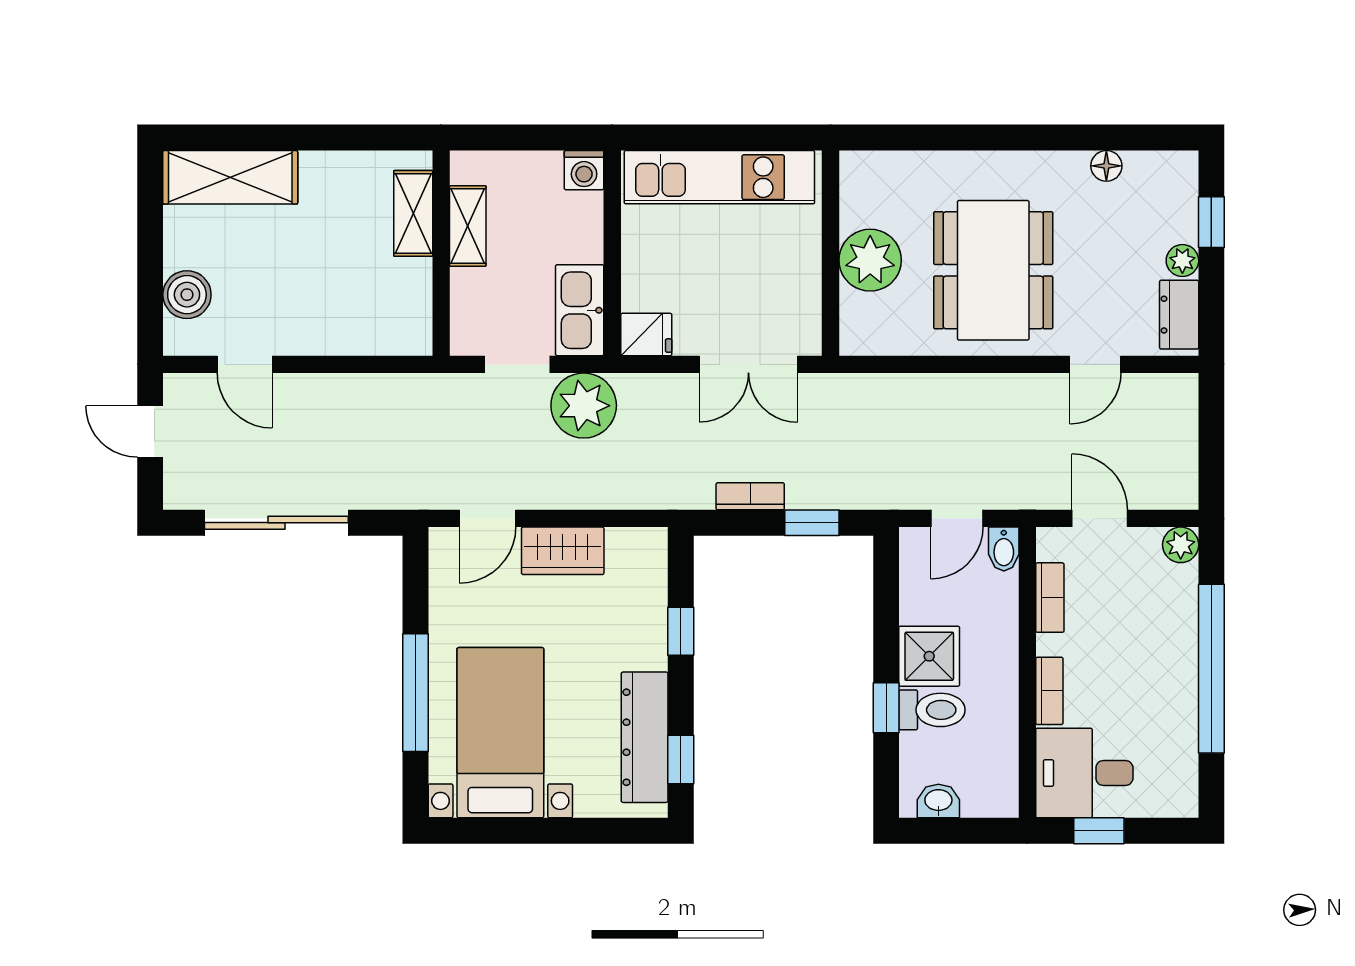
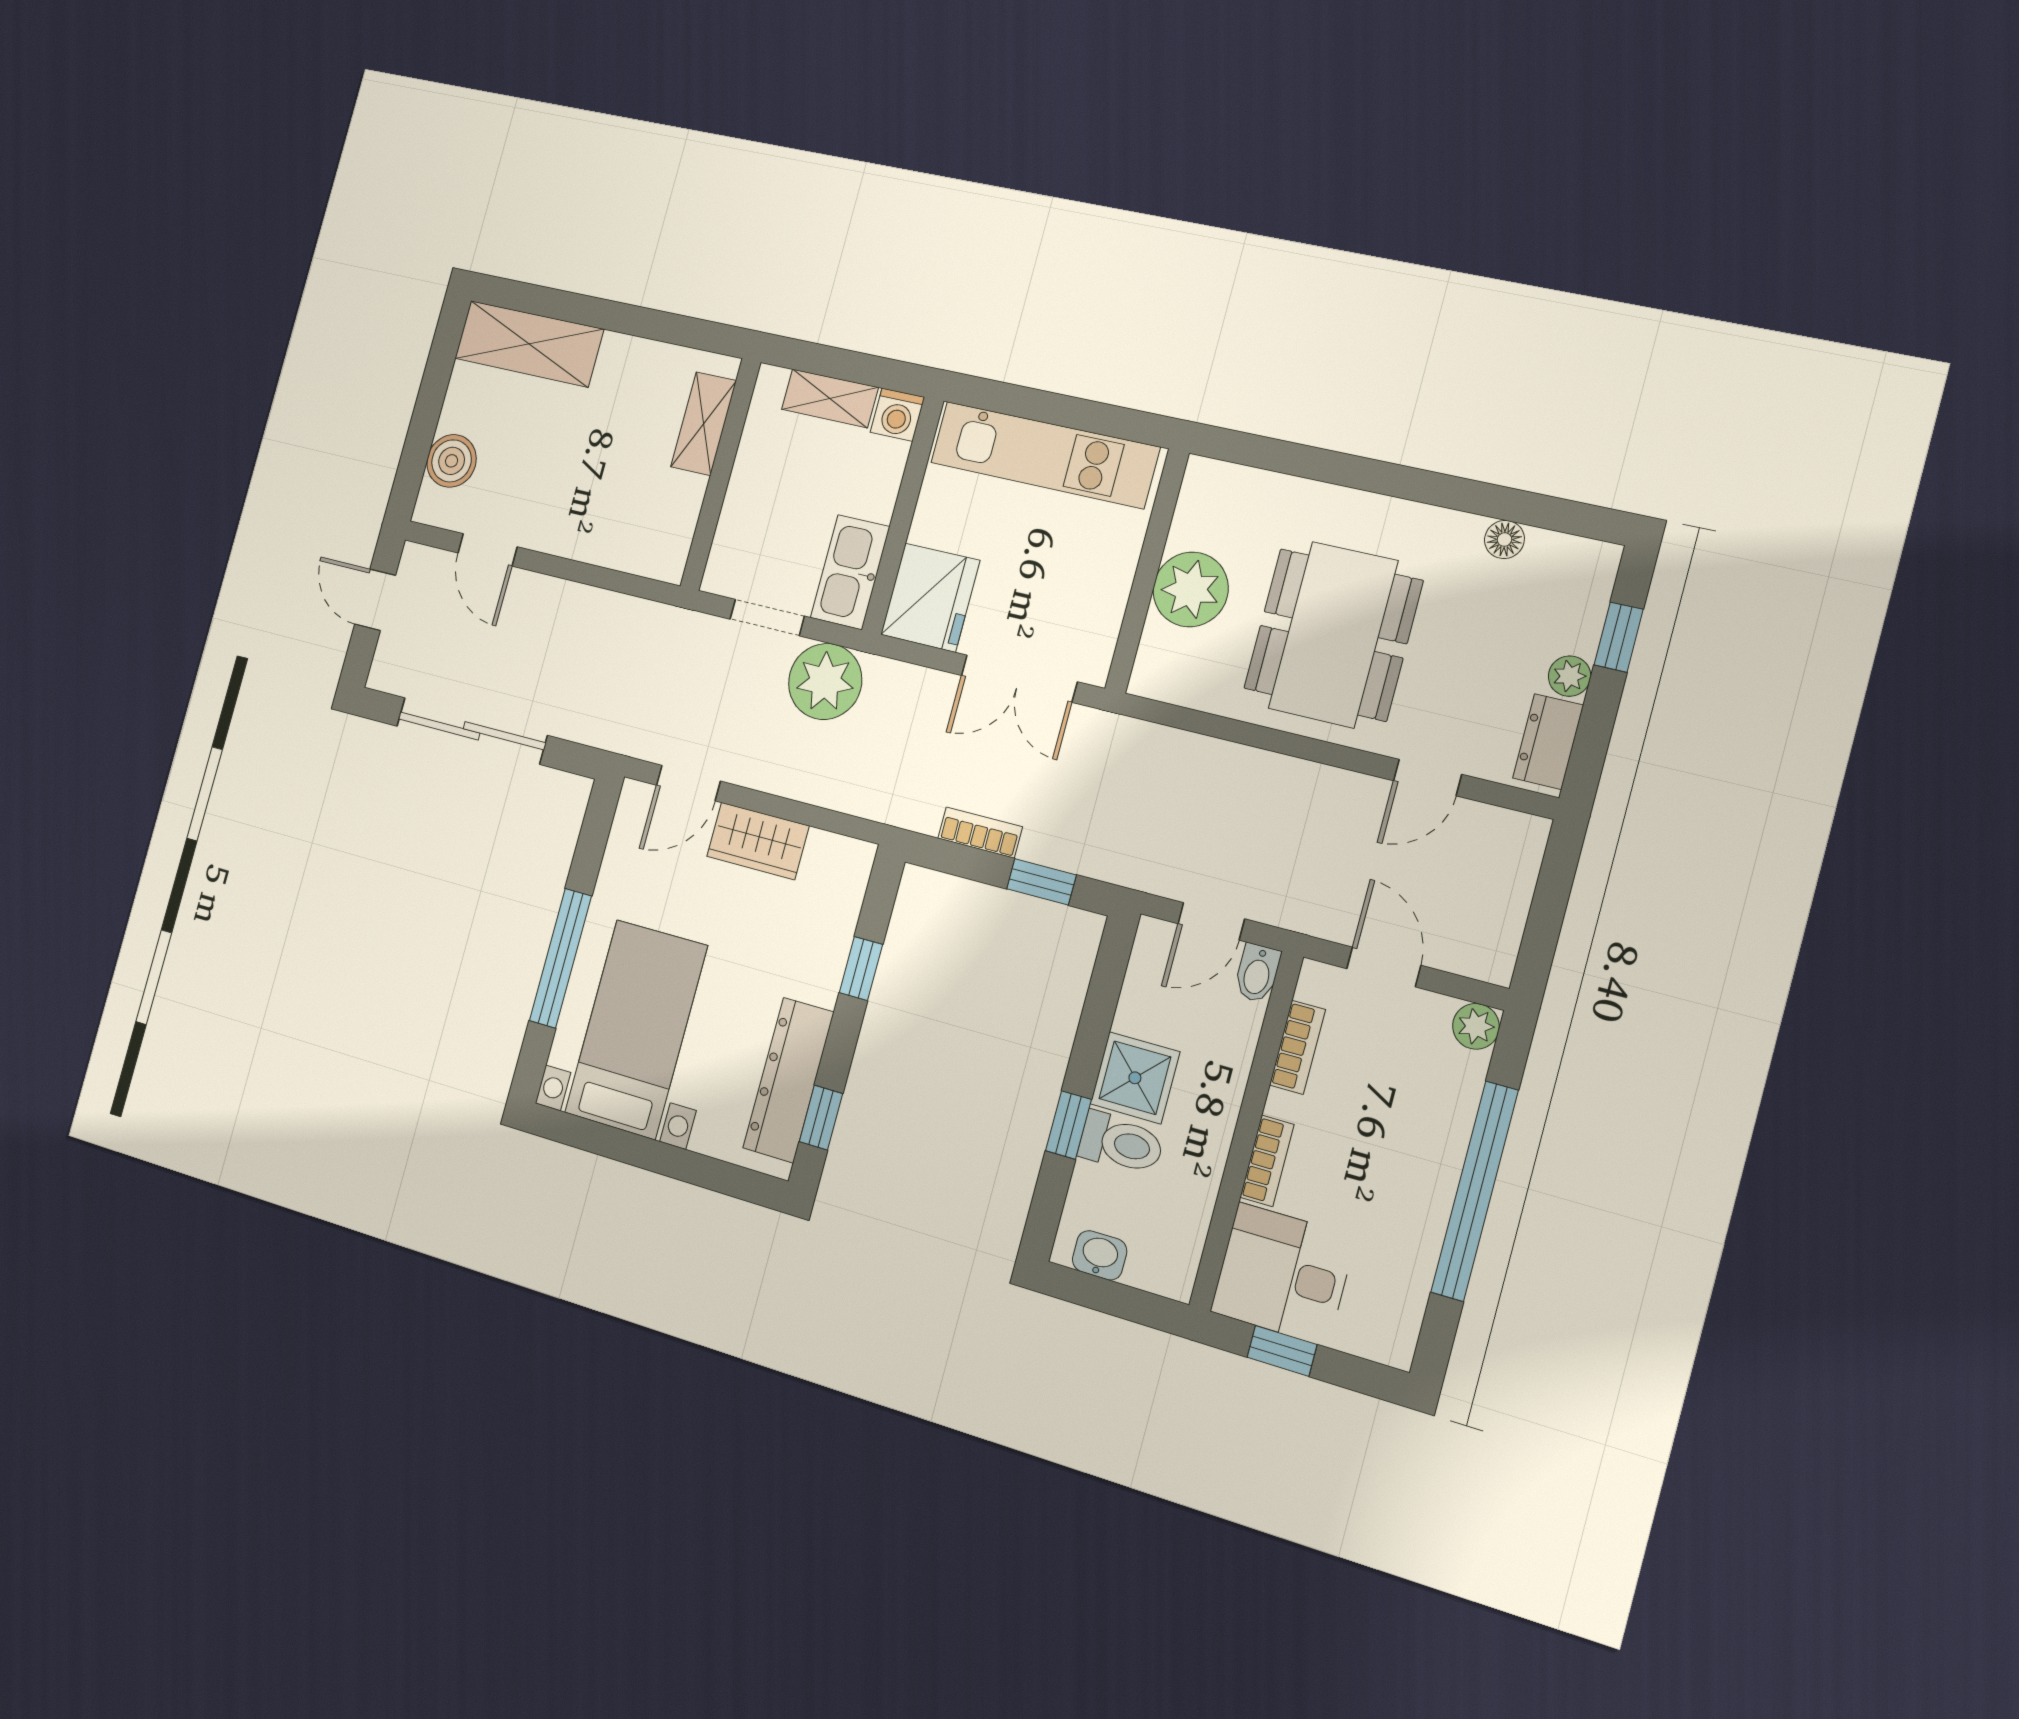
shelving: (468, 226) -> (830, 398), moved, turned 90
fridge: (646, 334) -> (930, 598), width x1.88, depth x1.34

